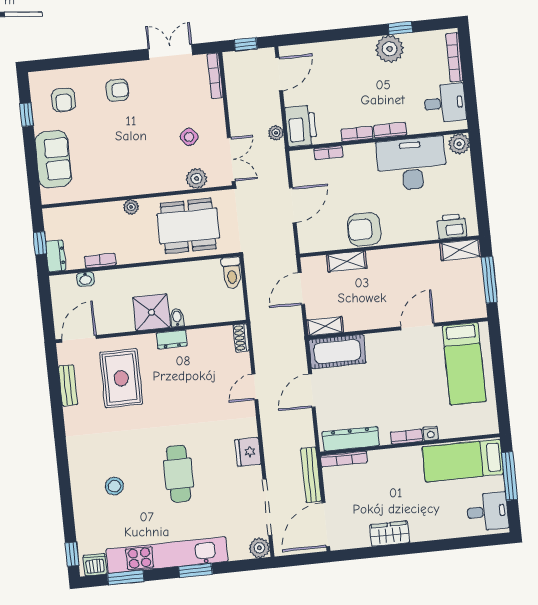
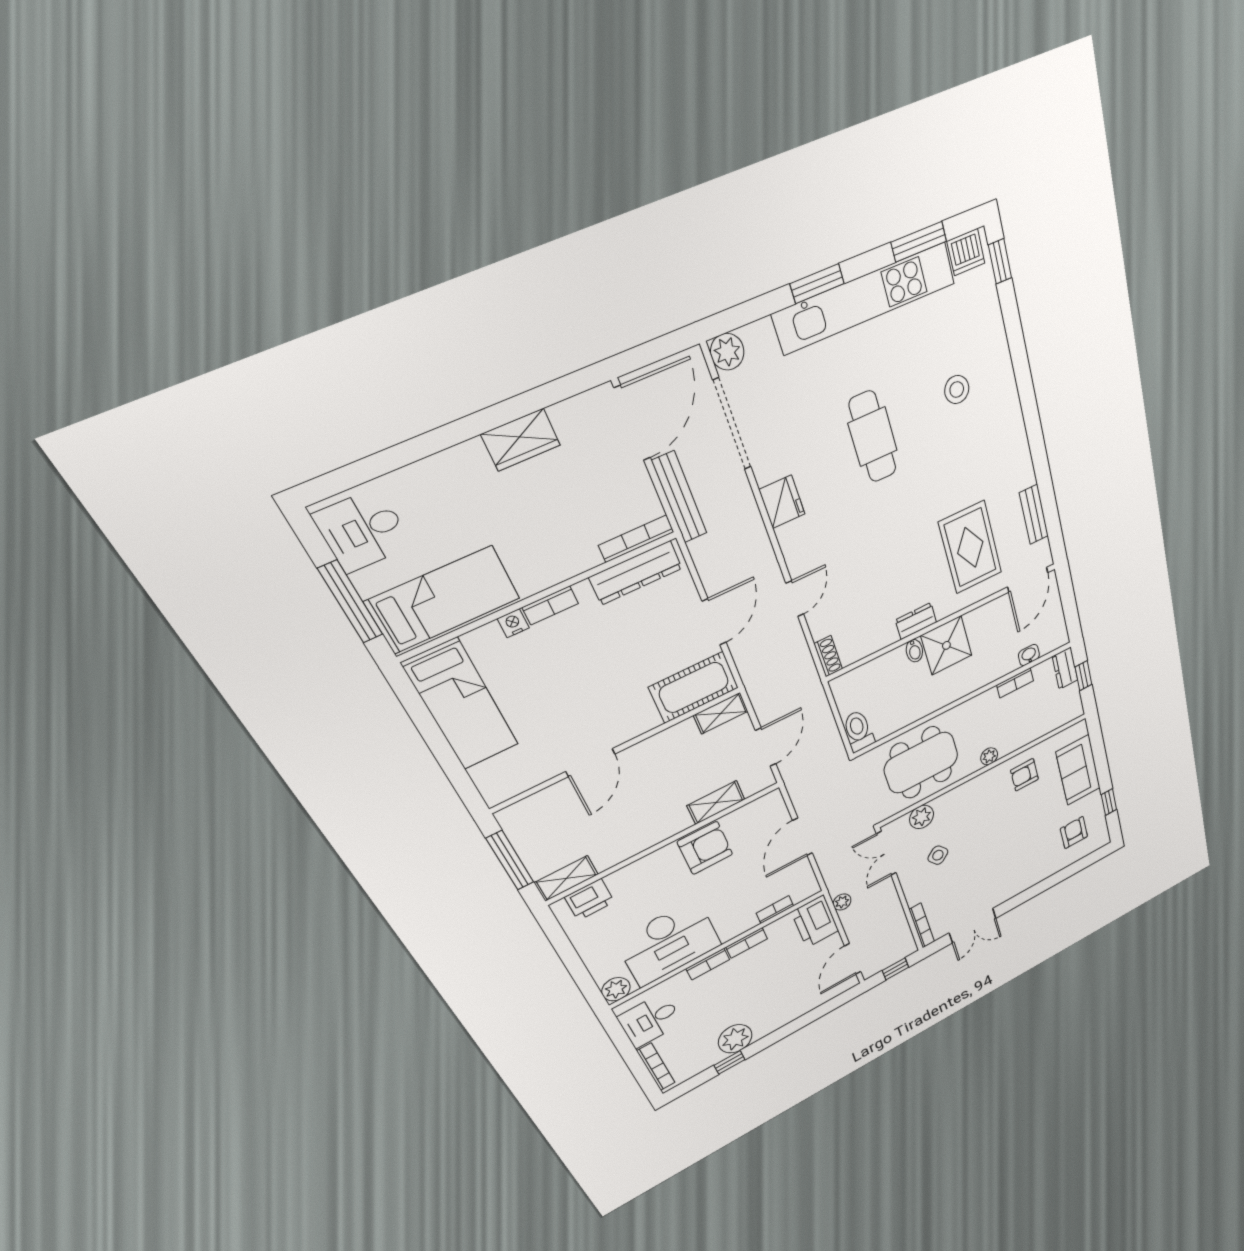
armchair: (117, 90) -> (1024, 775), moved
bed: (464, 364) -> (461, 705), moved, turned 180

